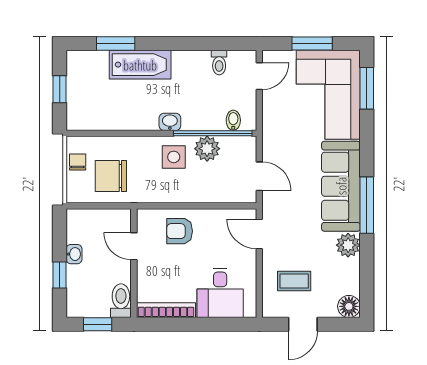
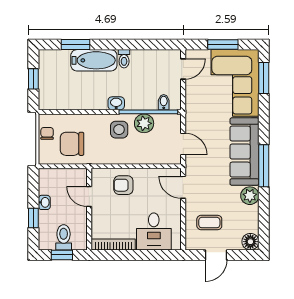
toilet: (219, 62) -> (124, 59), moved
toilet: (121, 301) -> (64, 237), moved

